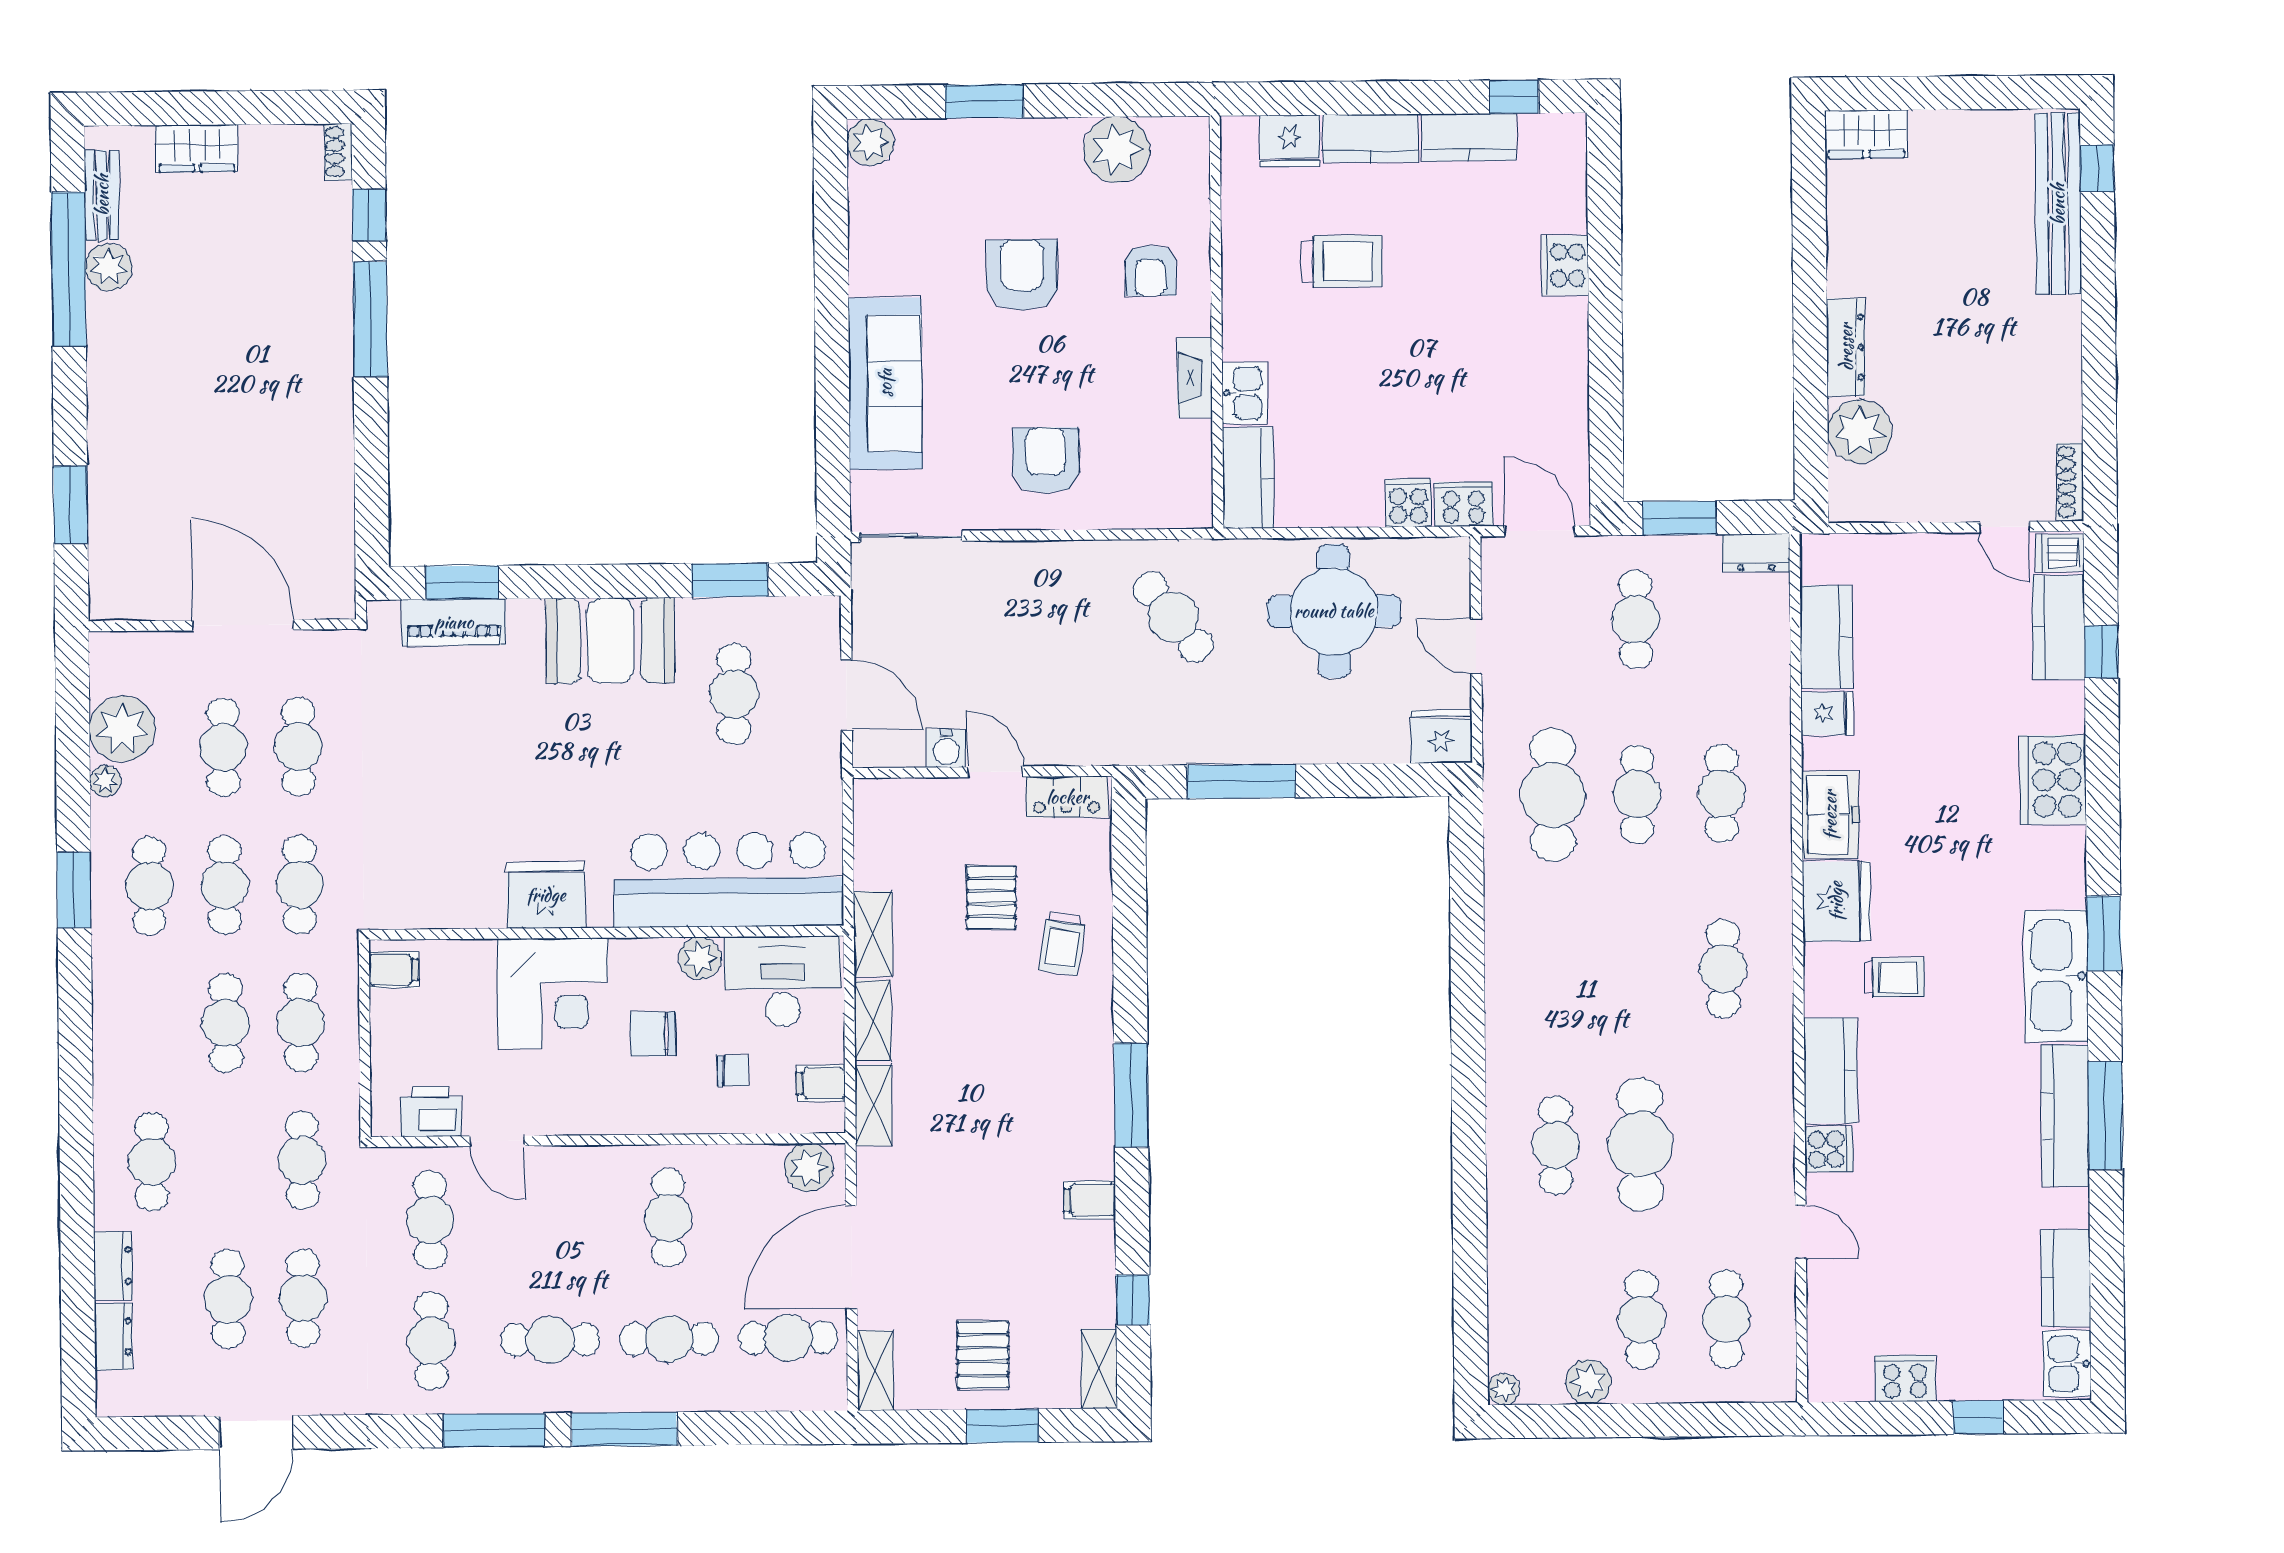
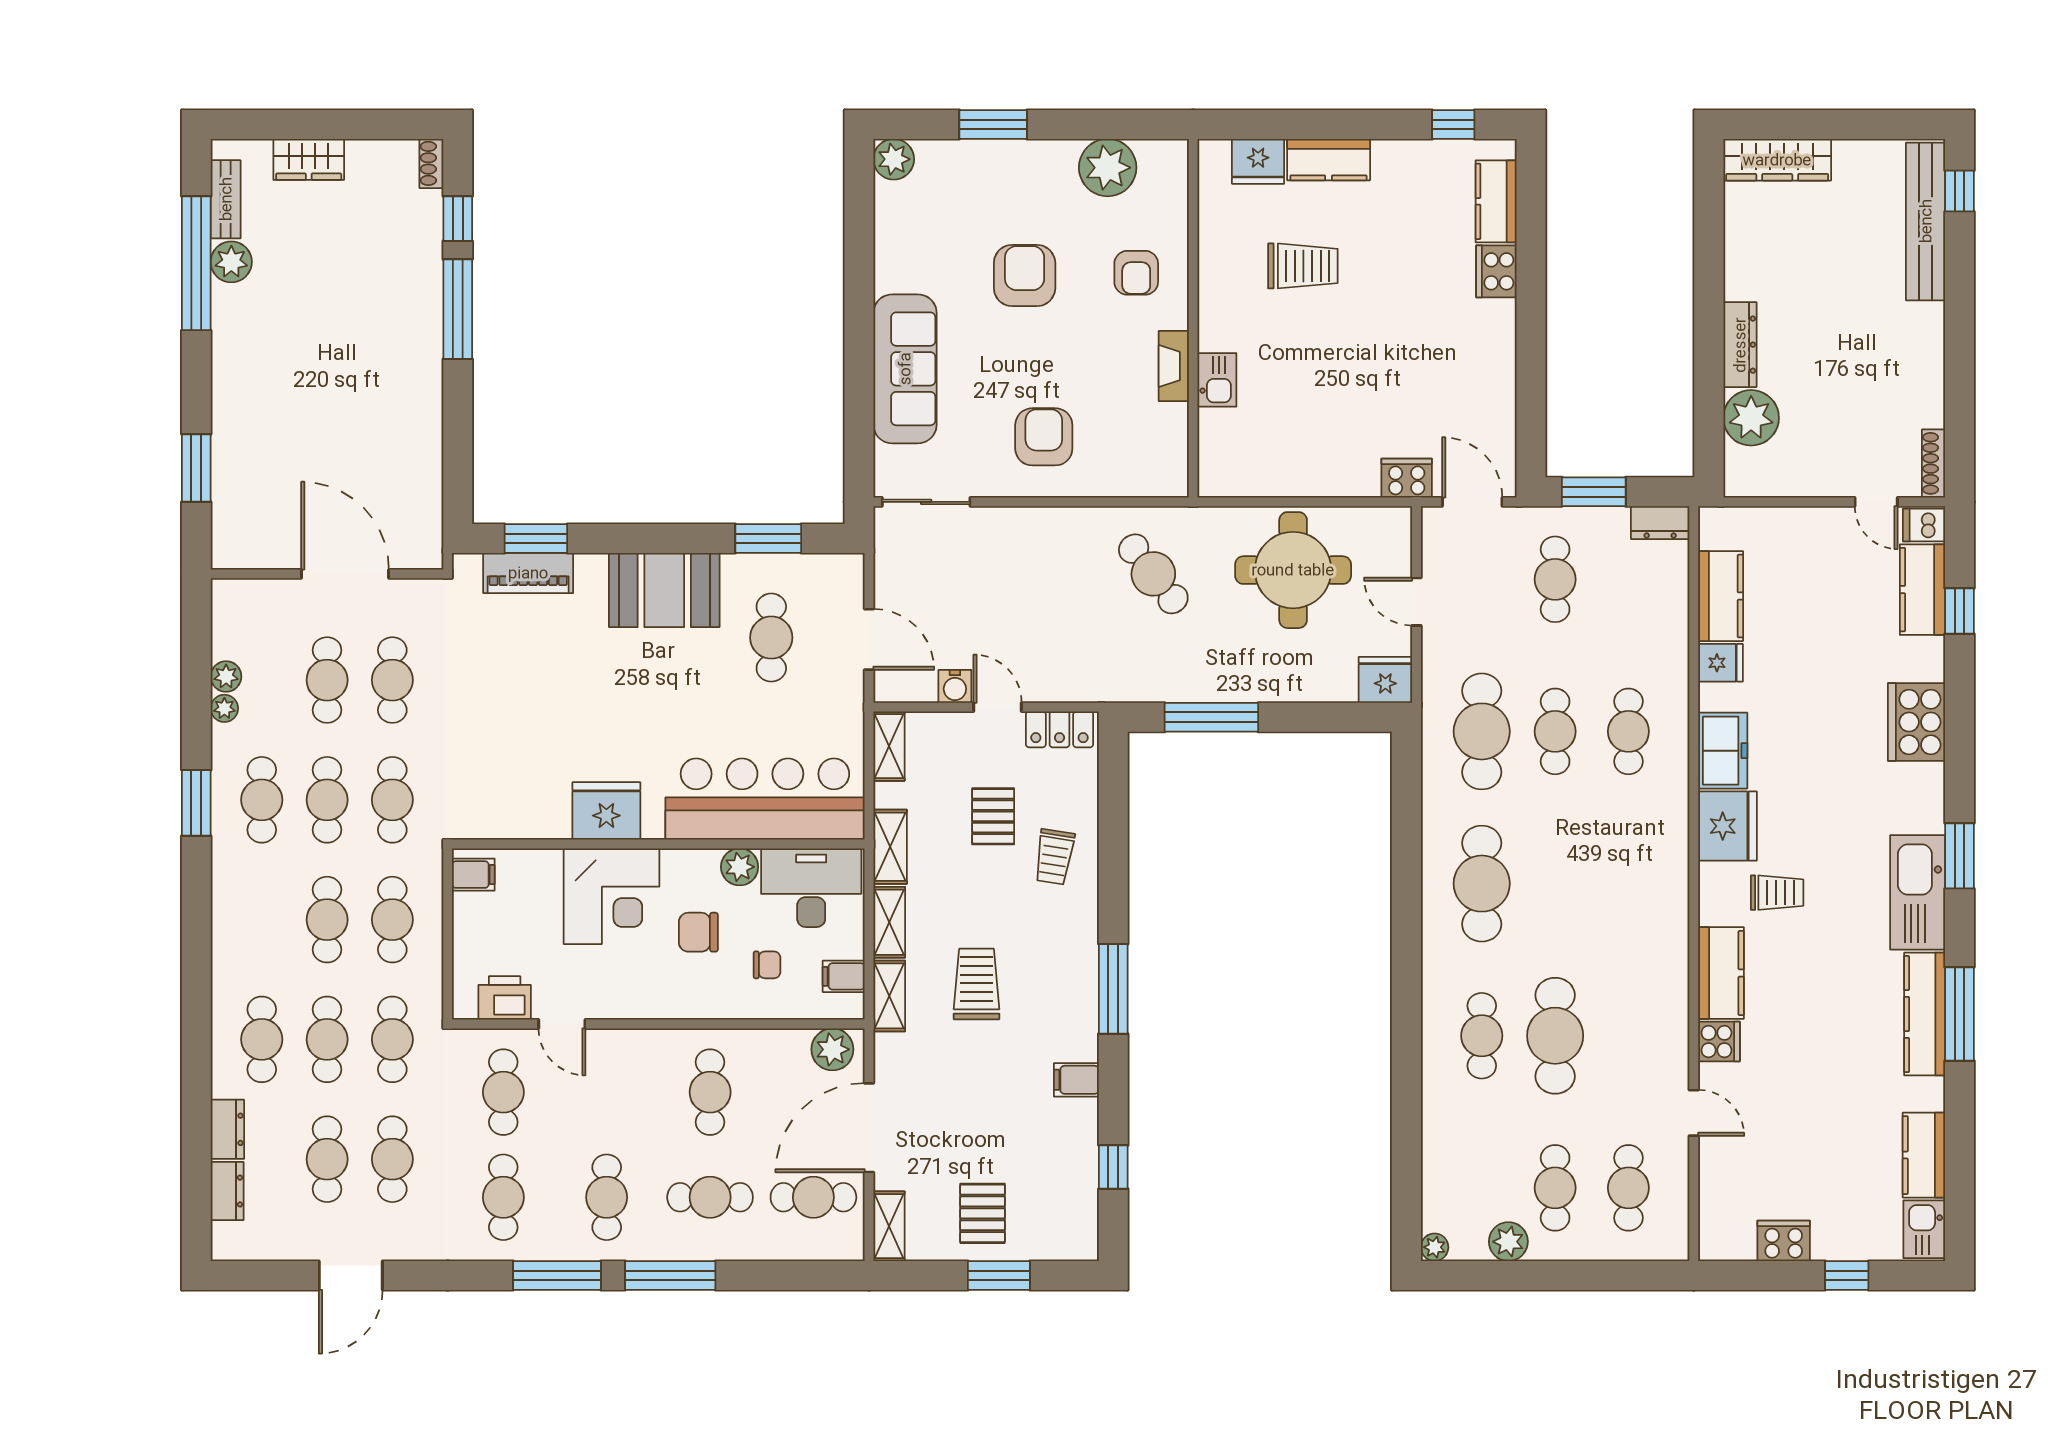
wardrobe: (1866, 134) -> (1777, 160), width x1.50
kitchen counter: (1469, 137) -> (1496, 201), moved, turned 90
kitchen counter: (1248, 478) -> (1219, 454), removed
cooker: (1409, 503) -> (1359, 477), removed
plant: (122, 729) -> (226, 676), width x0.53, depth x0.53
cafe table: (1723, 969) -> (1482, 884), moved, width x1.37, depth x1.35
trolley: (974, 1091) -> (977, 984), added
cafe table: (227, 1161) -> (327, 1039), added
cafe table: (550, 1340) -> (607, 1197), turned 90
shelving: (1099, 1369) -> (889, 746), moved

